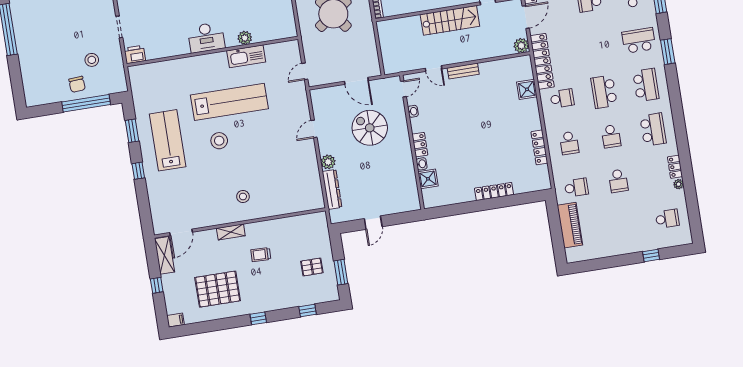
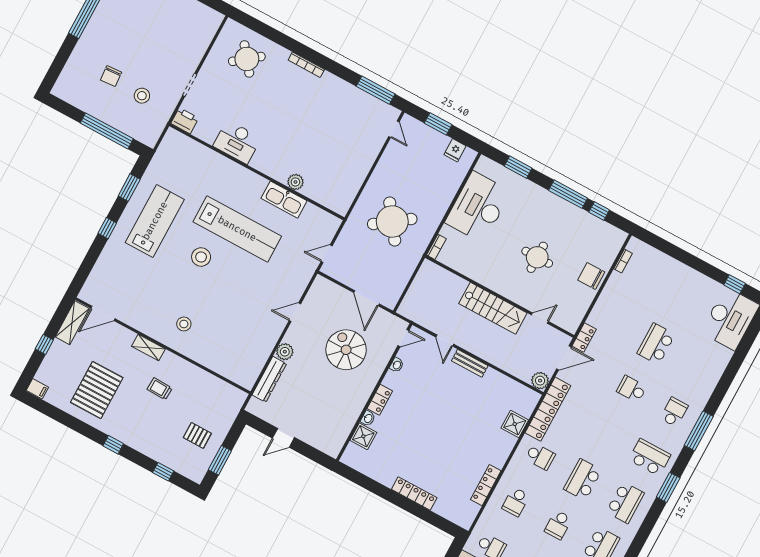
desk: (206, 37) -> (237, 142), moved
chair: (77, 84) -> (111, 76), moved
pallet: (218, 289) -> (97, 390), turned 90

